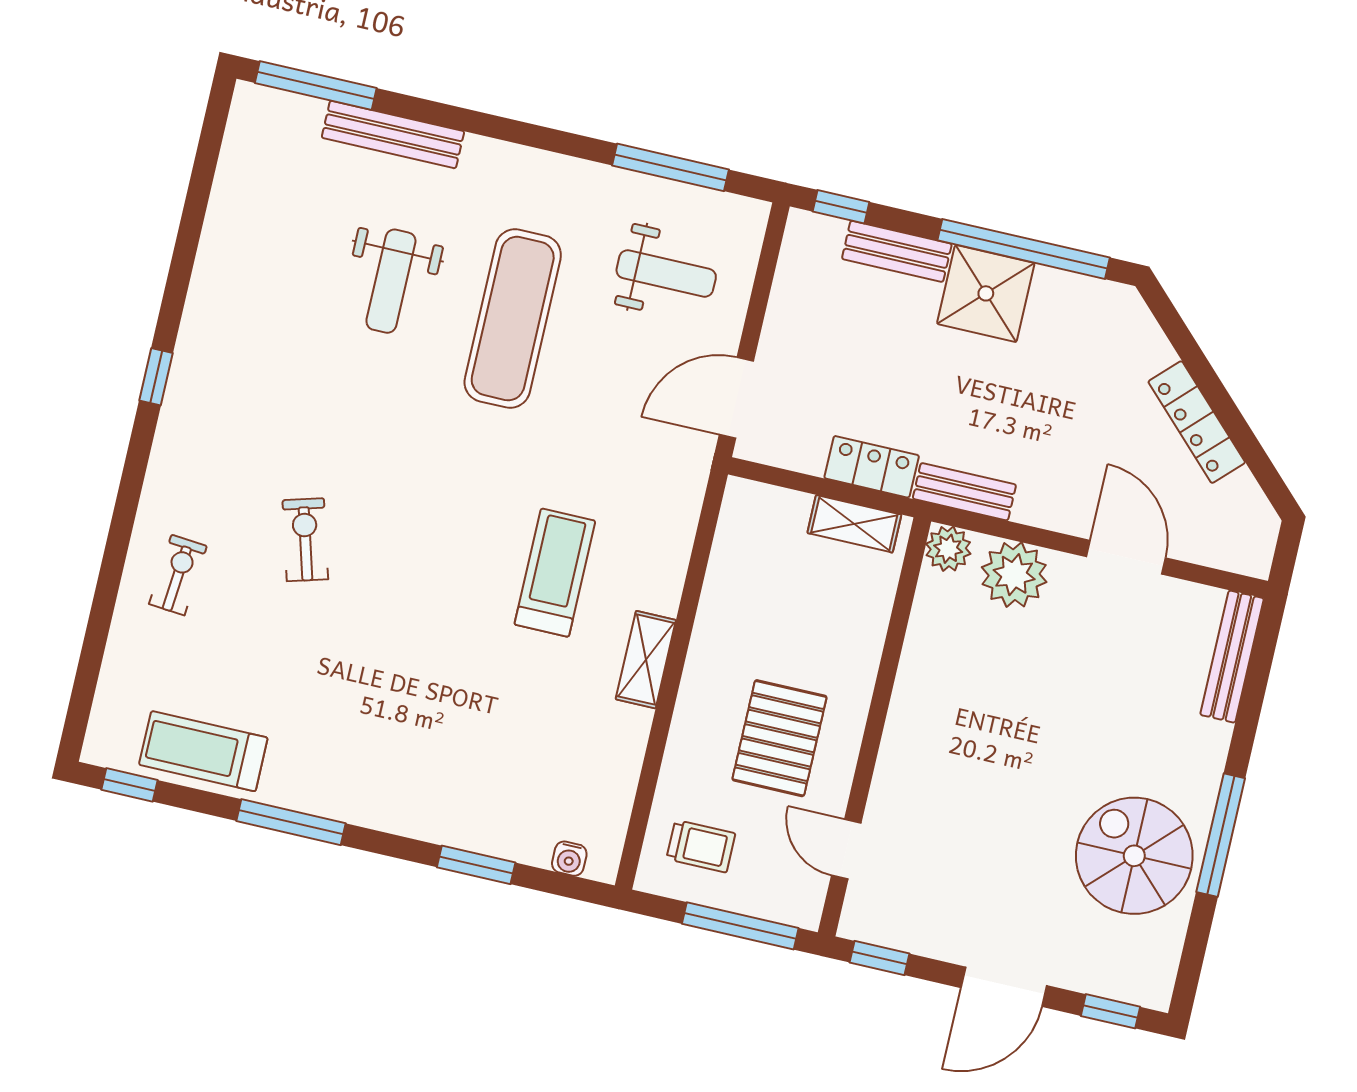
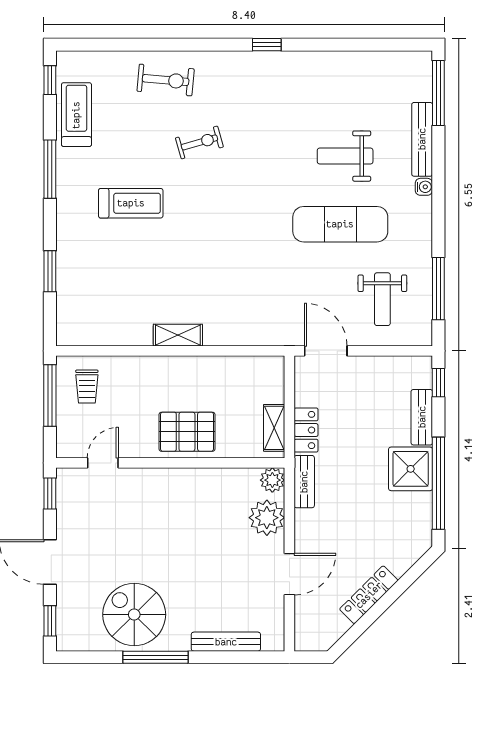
treadmill: (555, 573) -> (131, 203), moved
exercise bike: (178, 575) -> (166, 80), width x1.38, depth x1.39
bench: (1232, 657) -> (226, 642), moved
pallet: (779, 738) -> (187, 432), moved
spiral stairs: (1134, 856) -> (134, 615), turned -90
water cooler: (569, 859) -> (424, 187), moved, turned 180
window: (740, 926) -> (50, 395), moved

